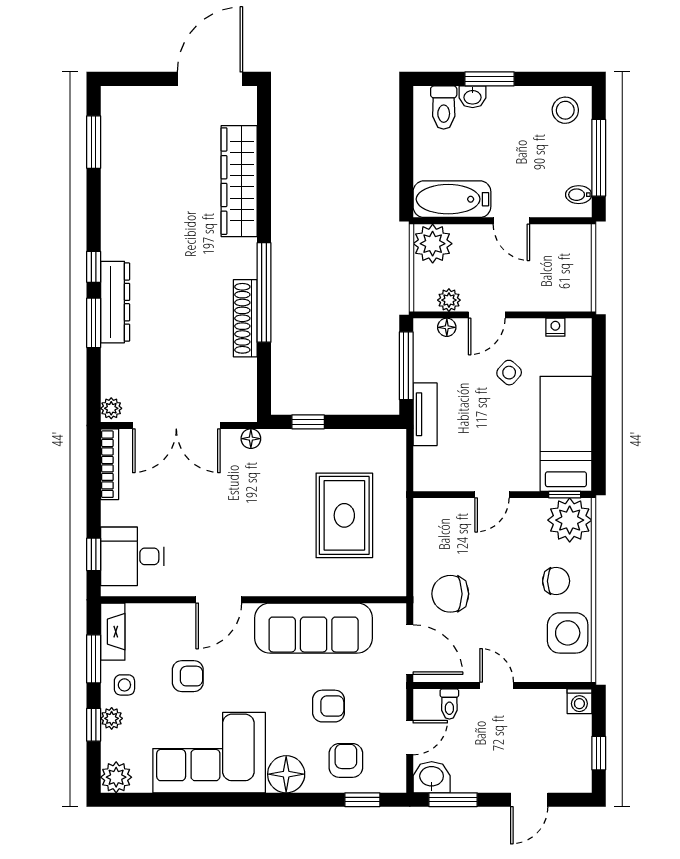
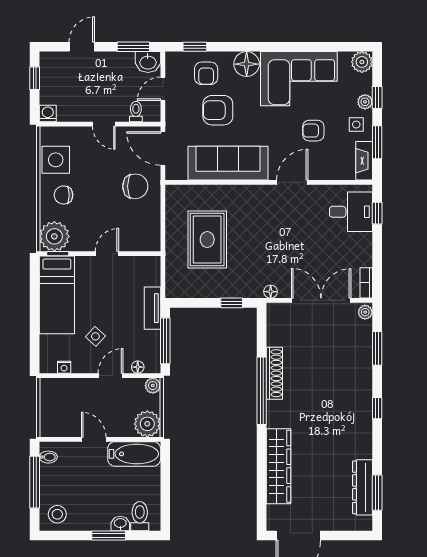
plant: (449, 300) -> (153, 386), moved
dresser: (115, 302) -> (363, 487), moved
window: (94, 323) -> (377, 348), moved
bookcase: (110, 464) -> (366, 283), width x0.64
armchair: (329, 706) -> (218, 110), width x1.38, depth x1.38

